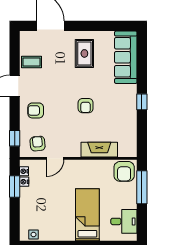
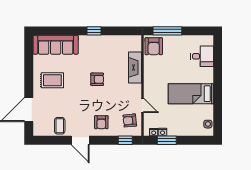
armchair: (124, 171) -> (154, 46), turned 90
bed: (87, 215) -> (191, 94), moved
desk: (124, 221) -> (202, 56), moved, turned 90

